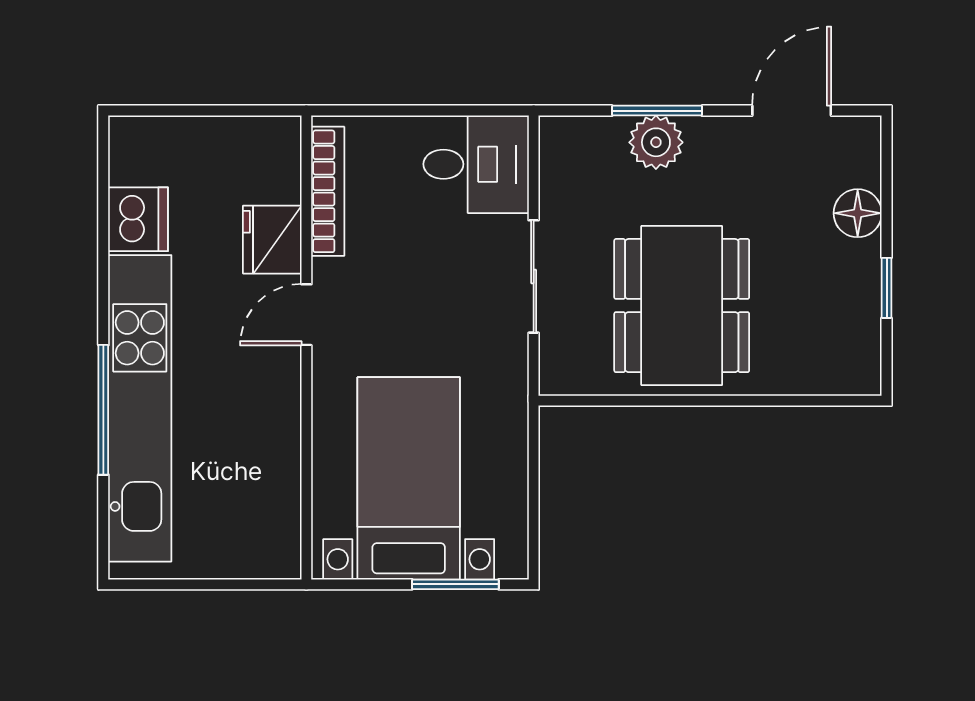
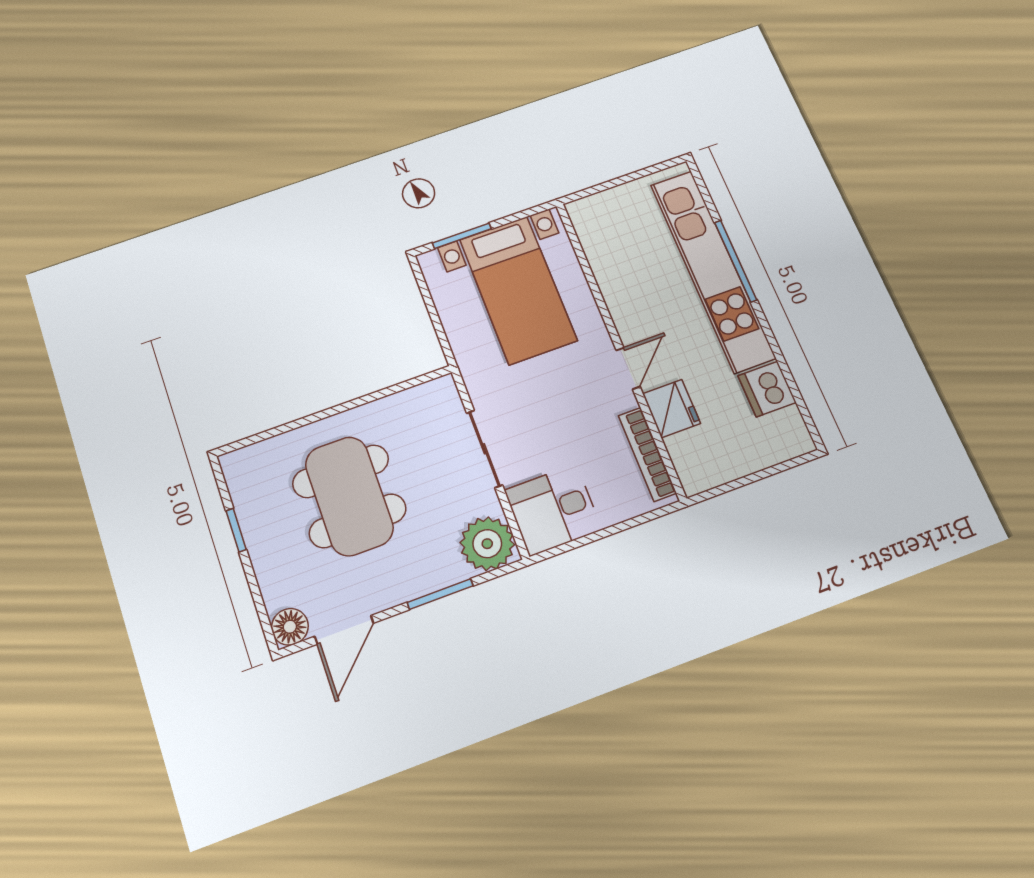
plant: (656, 142) -> (487, 544), moved, width x1.36, depth x1.36
floor lamp: (858, 213) -> (290, 627), moved
dining table: (682, 306) -> (349, 496), moved

